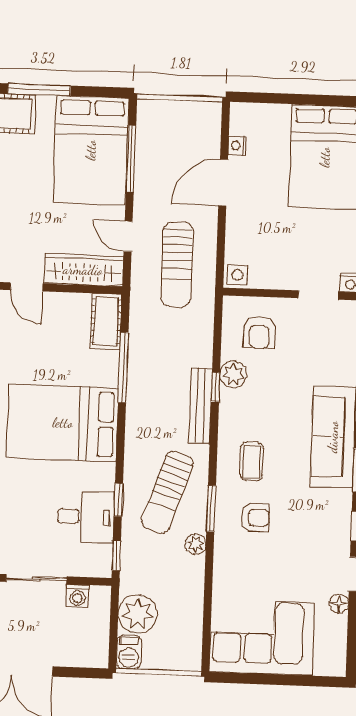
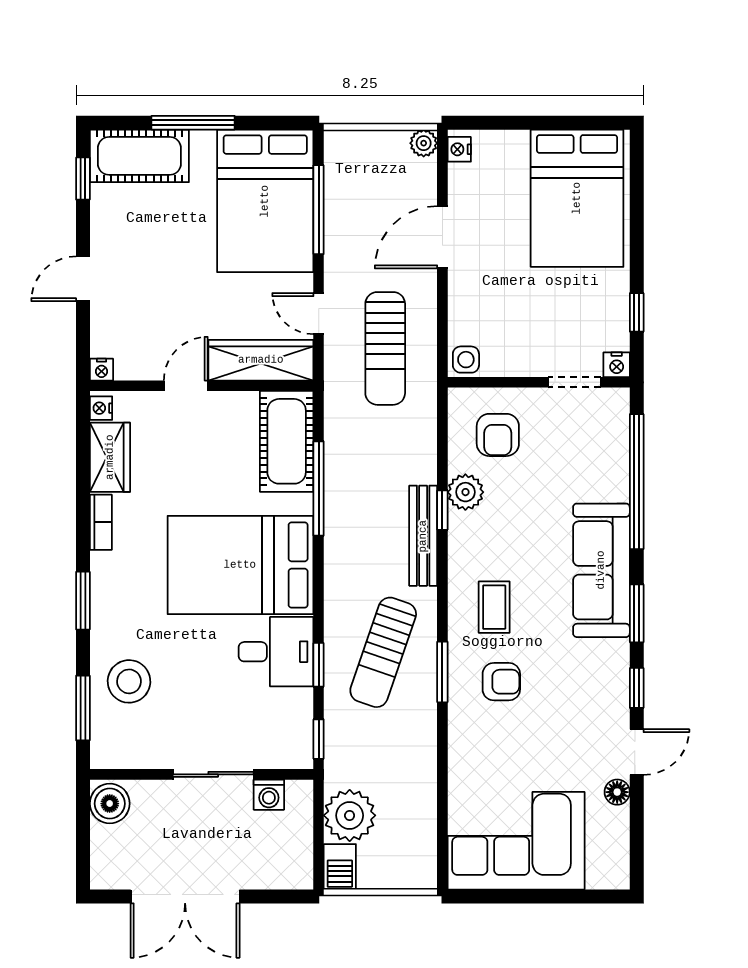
nightstand: (237, 146) -> (459, 149), moved
door: (26, 287) -> (186, 386), swing flipped
cot: (106, 321) -> (287, 441), width x1.37, depth x1.34
desk: (86, 517) -> (276, 652), moved
plant: (196, 544) -> (424, 143), moved

